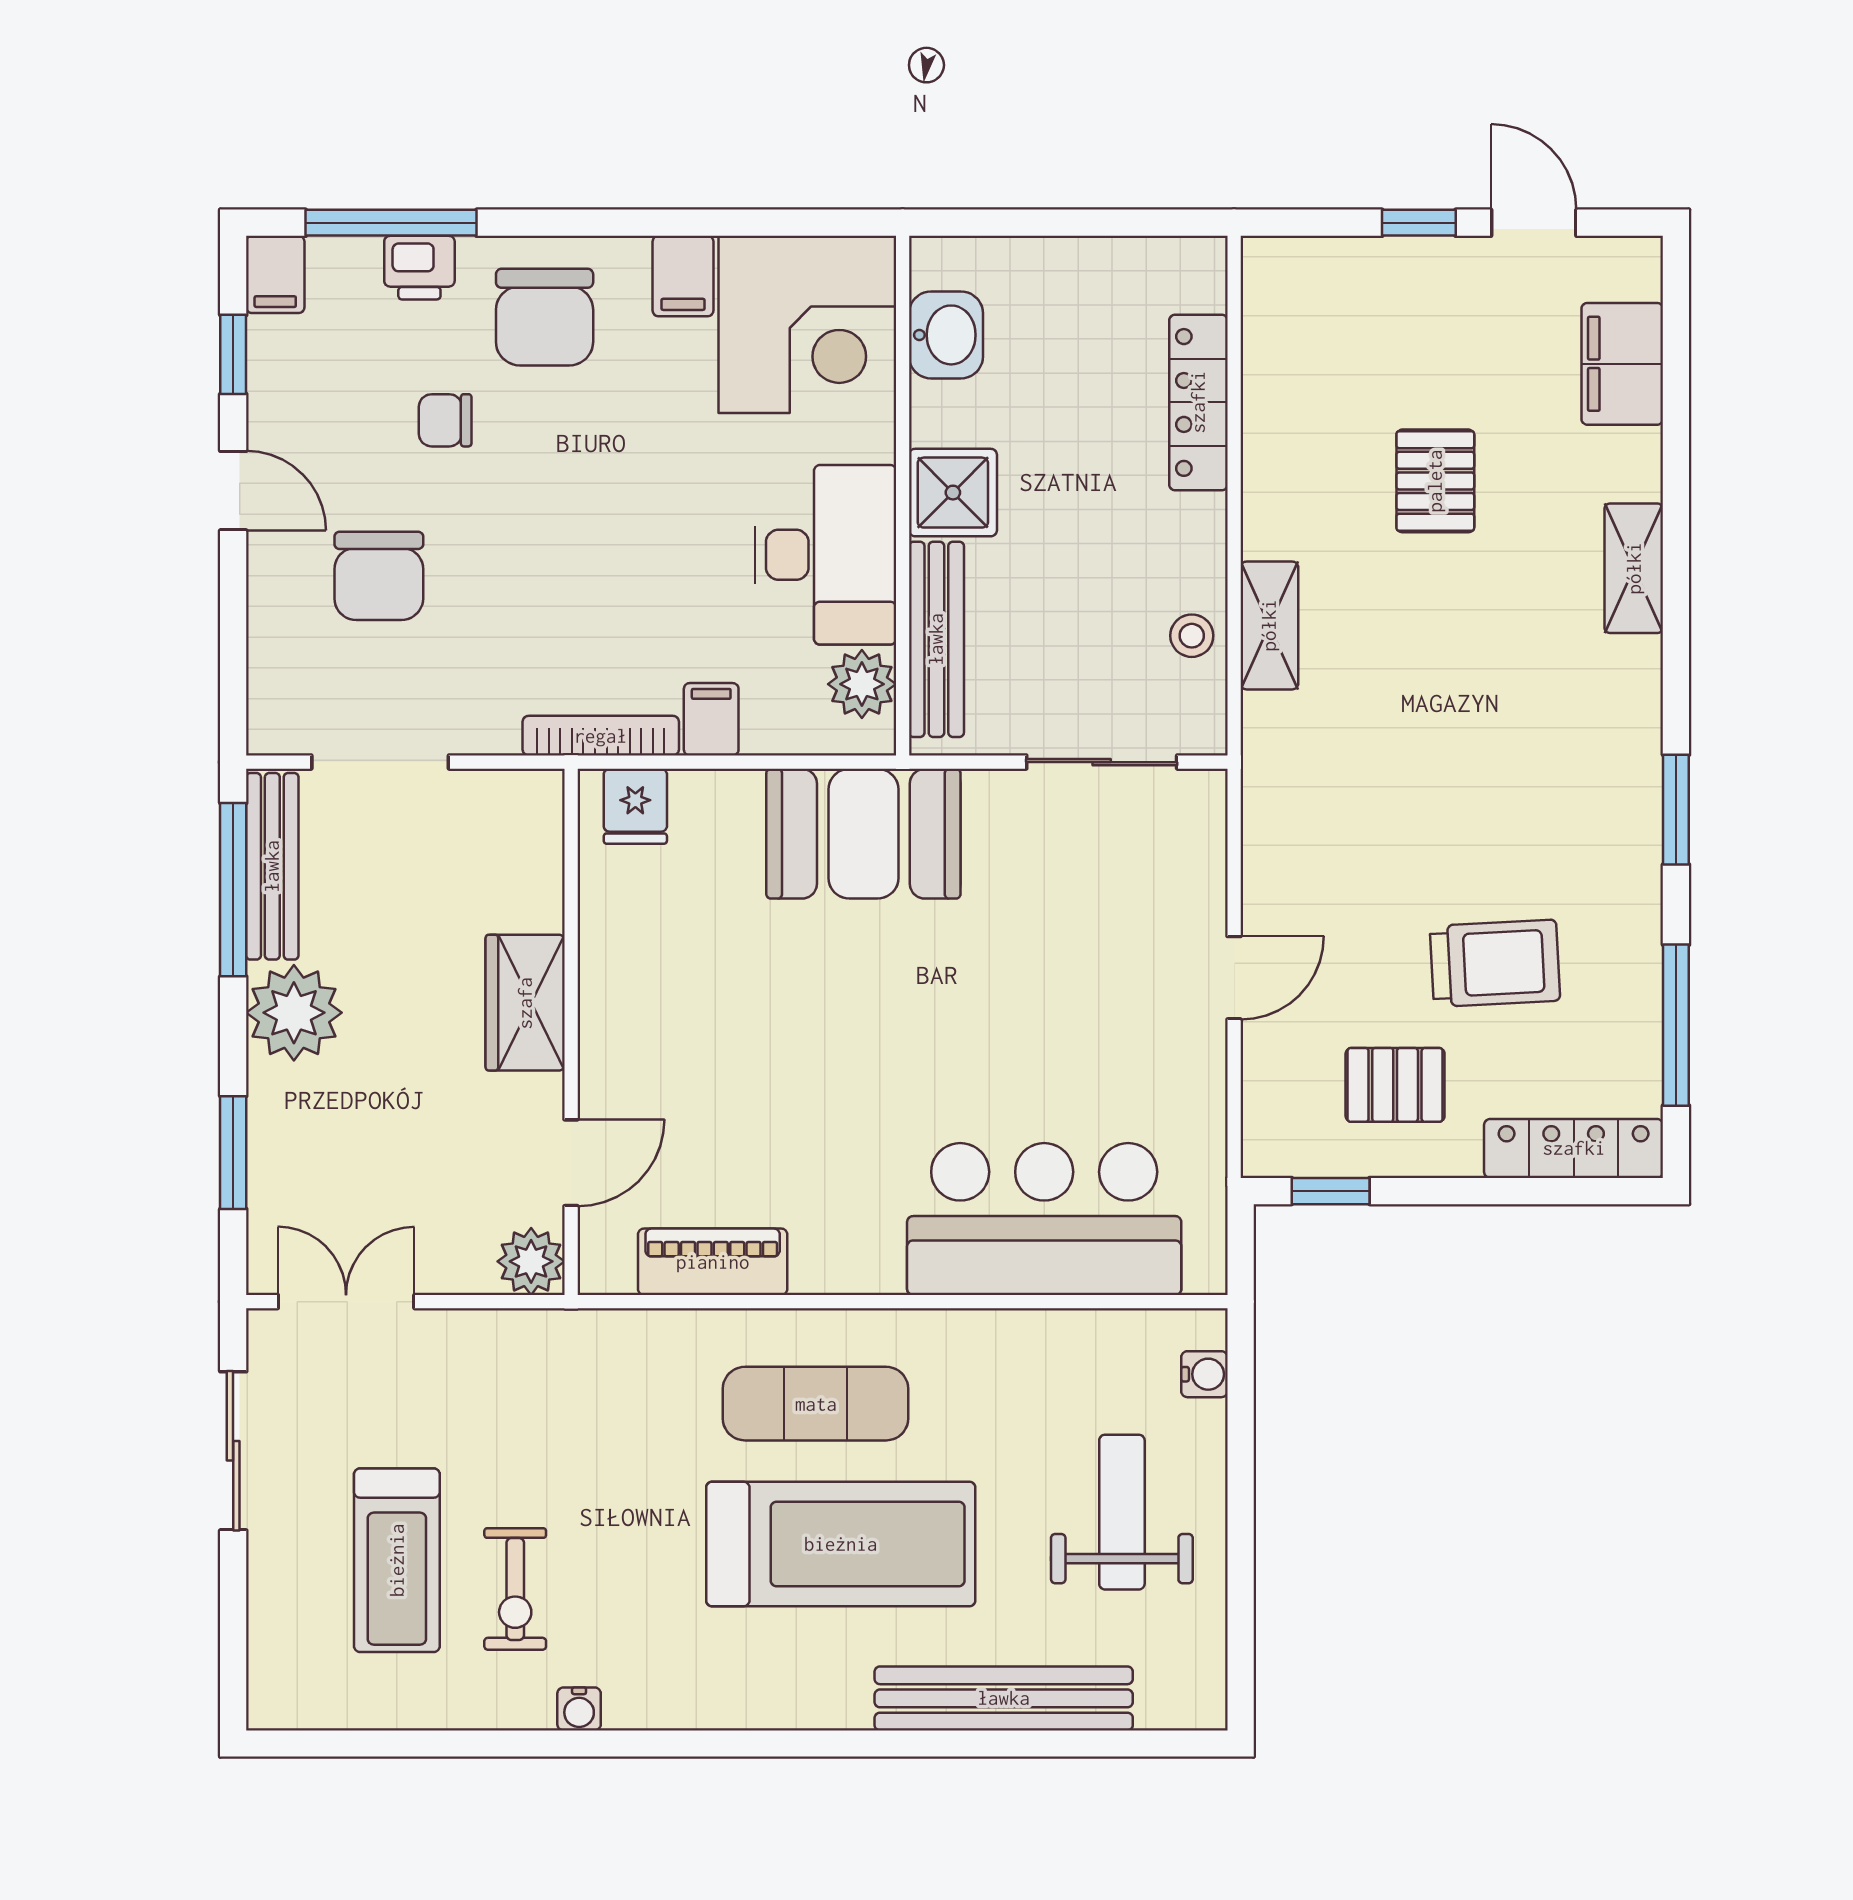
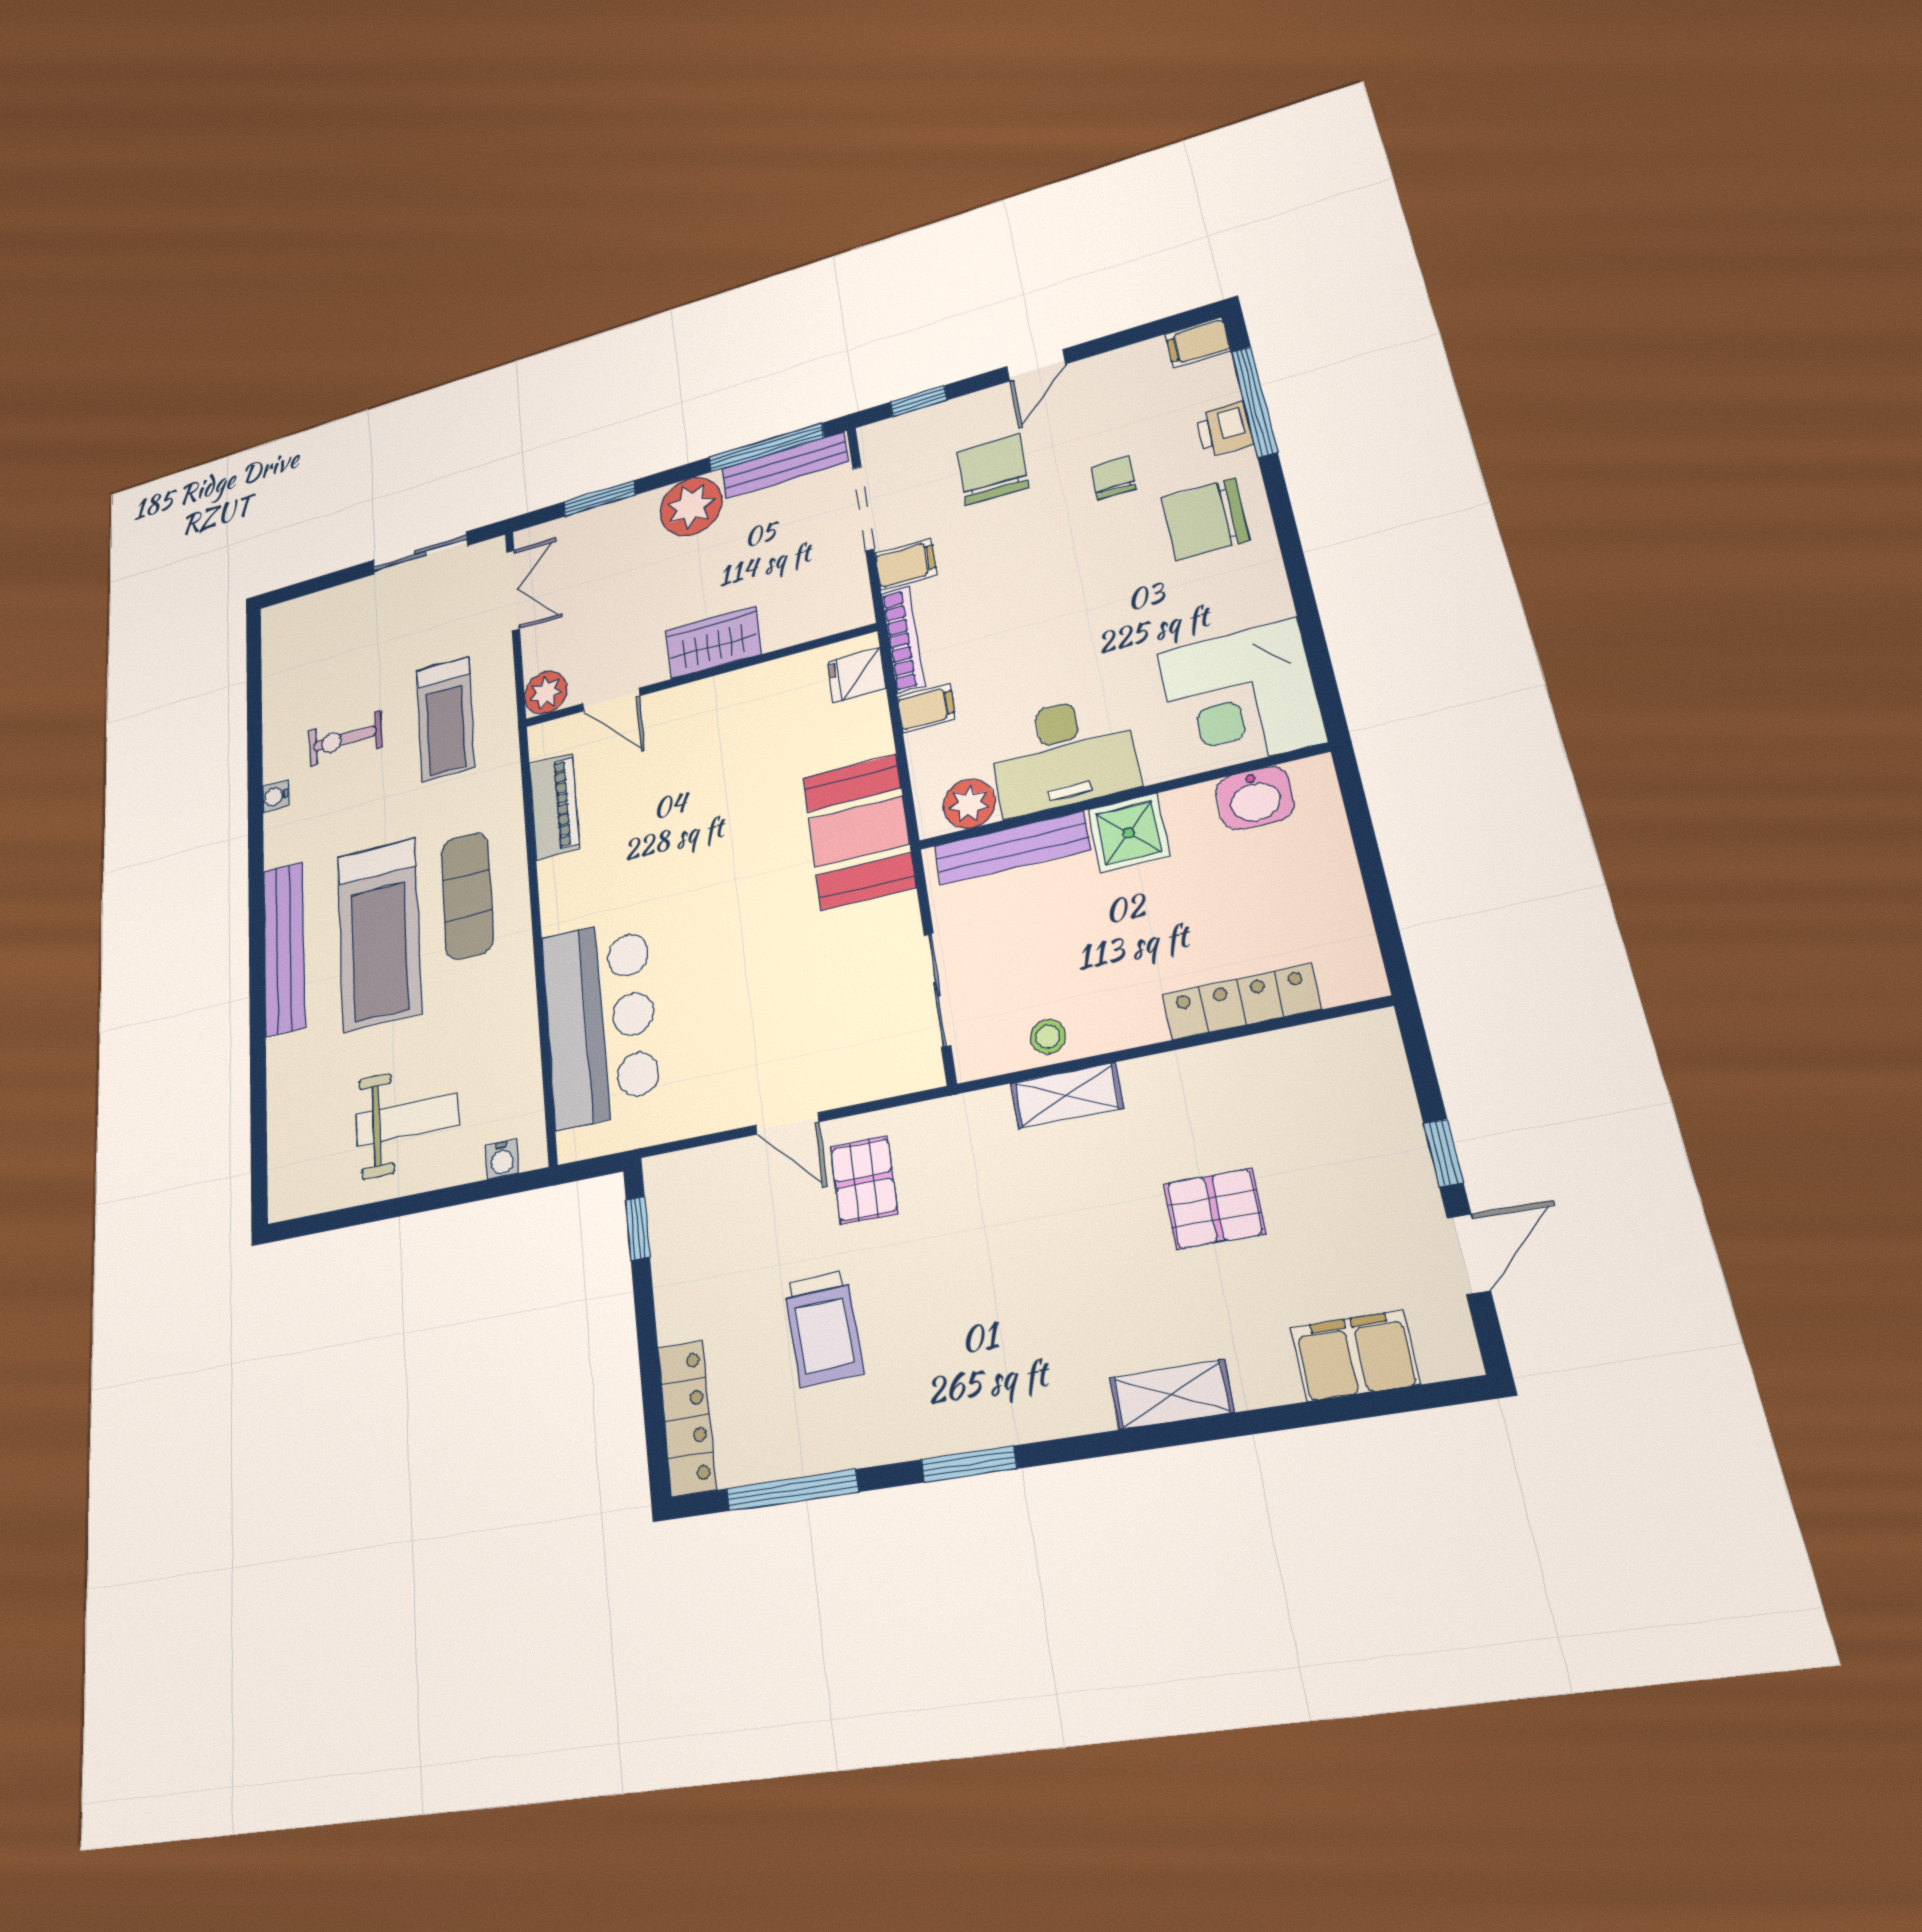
filing cabinet: (683, 276) -> (906, 564), moved, turned 180
window: (233, 354) -> (918, 401), moved
chair: (379, 576) -> (993, 470), turned 91
pallet: (1395, 1085) -> (864, 1180), moved
treadmill: (397, 1560) -> (445, 719), moved, turned -90
bench: (1004, 1698) -> (284, 948), moved

